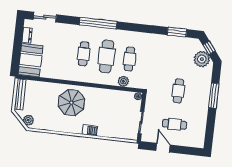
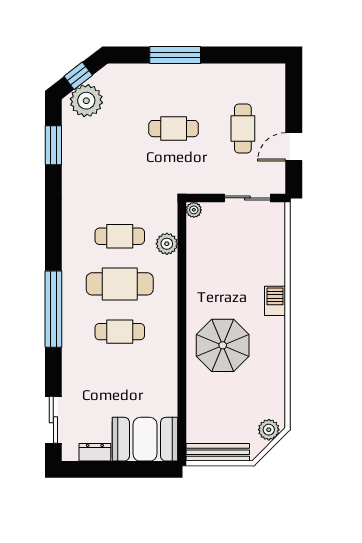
plant: (202, 59) -> (86, 101), moved

